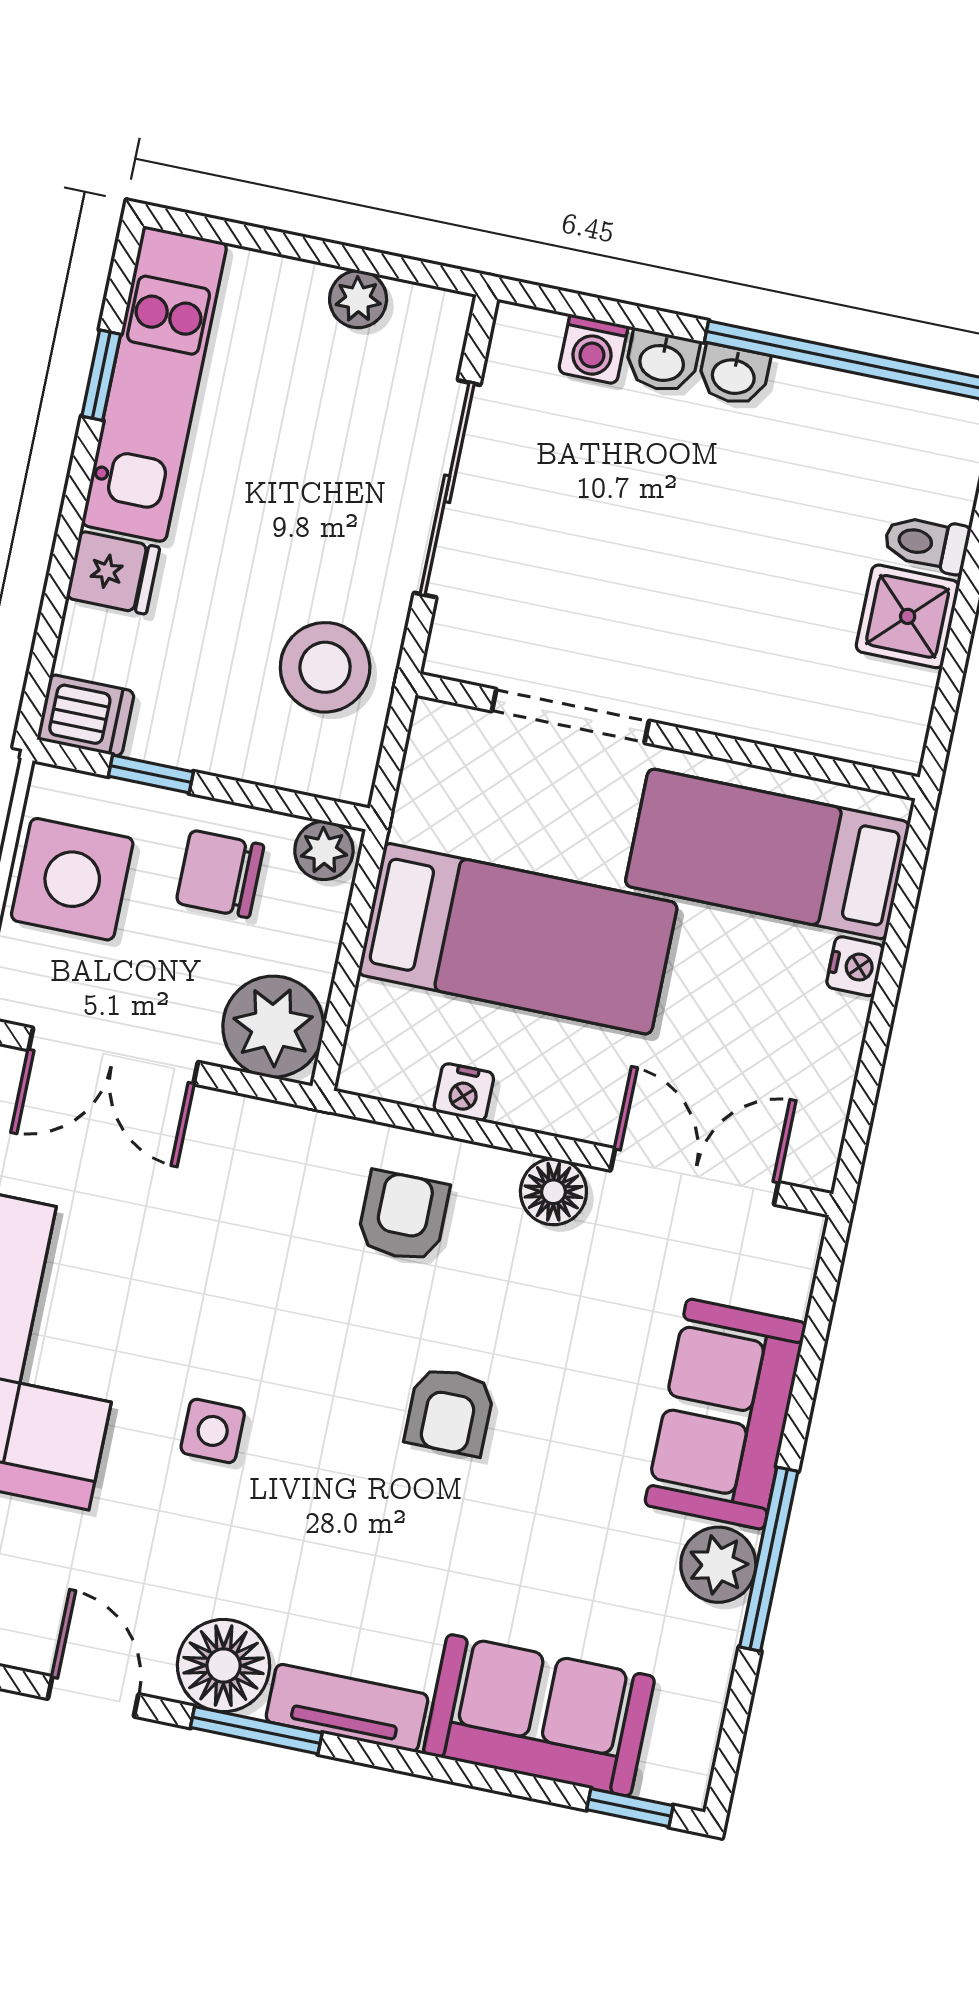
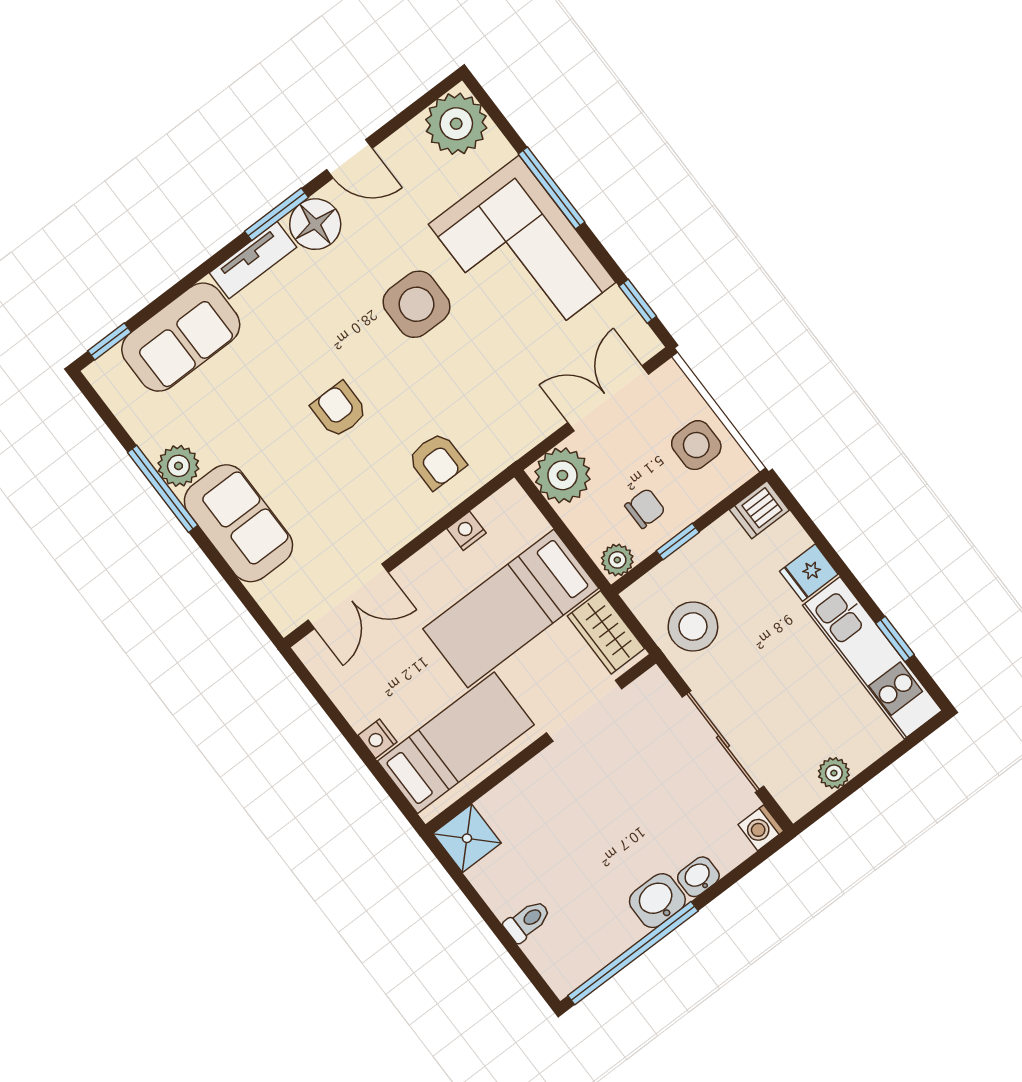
washing machine: (593, 349) -> (761, 828), moved, turned -90
washbasin: (734, 375) -> (657, 901), width x1.38, depth x1.45
shower: (908, 616) -> (467, 838), moved
window: (151, 774) -> (678, 541), moved
wardrobe: (437, 780) -> (606, 632), added
chair: (220, 874) -> (645, 508), width x0.73, depth x0.73
side table: (72, 879) -> (696, 445), width x0.73, depth x0.73
floor lamp: (553, 1192) -> (393, 532), removed
side table: (213, 1431) -> (417, 304), width x1.87, depth x1.87

